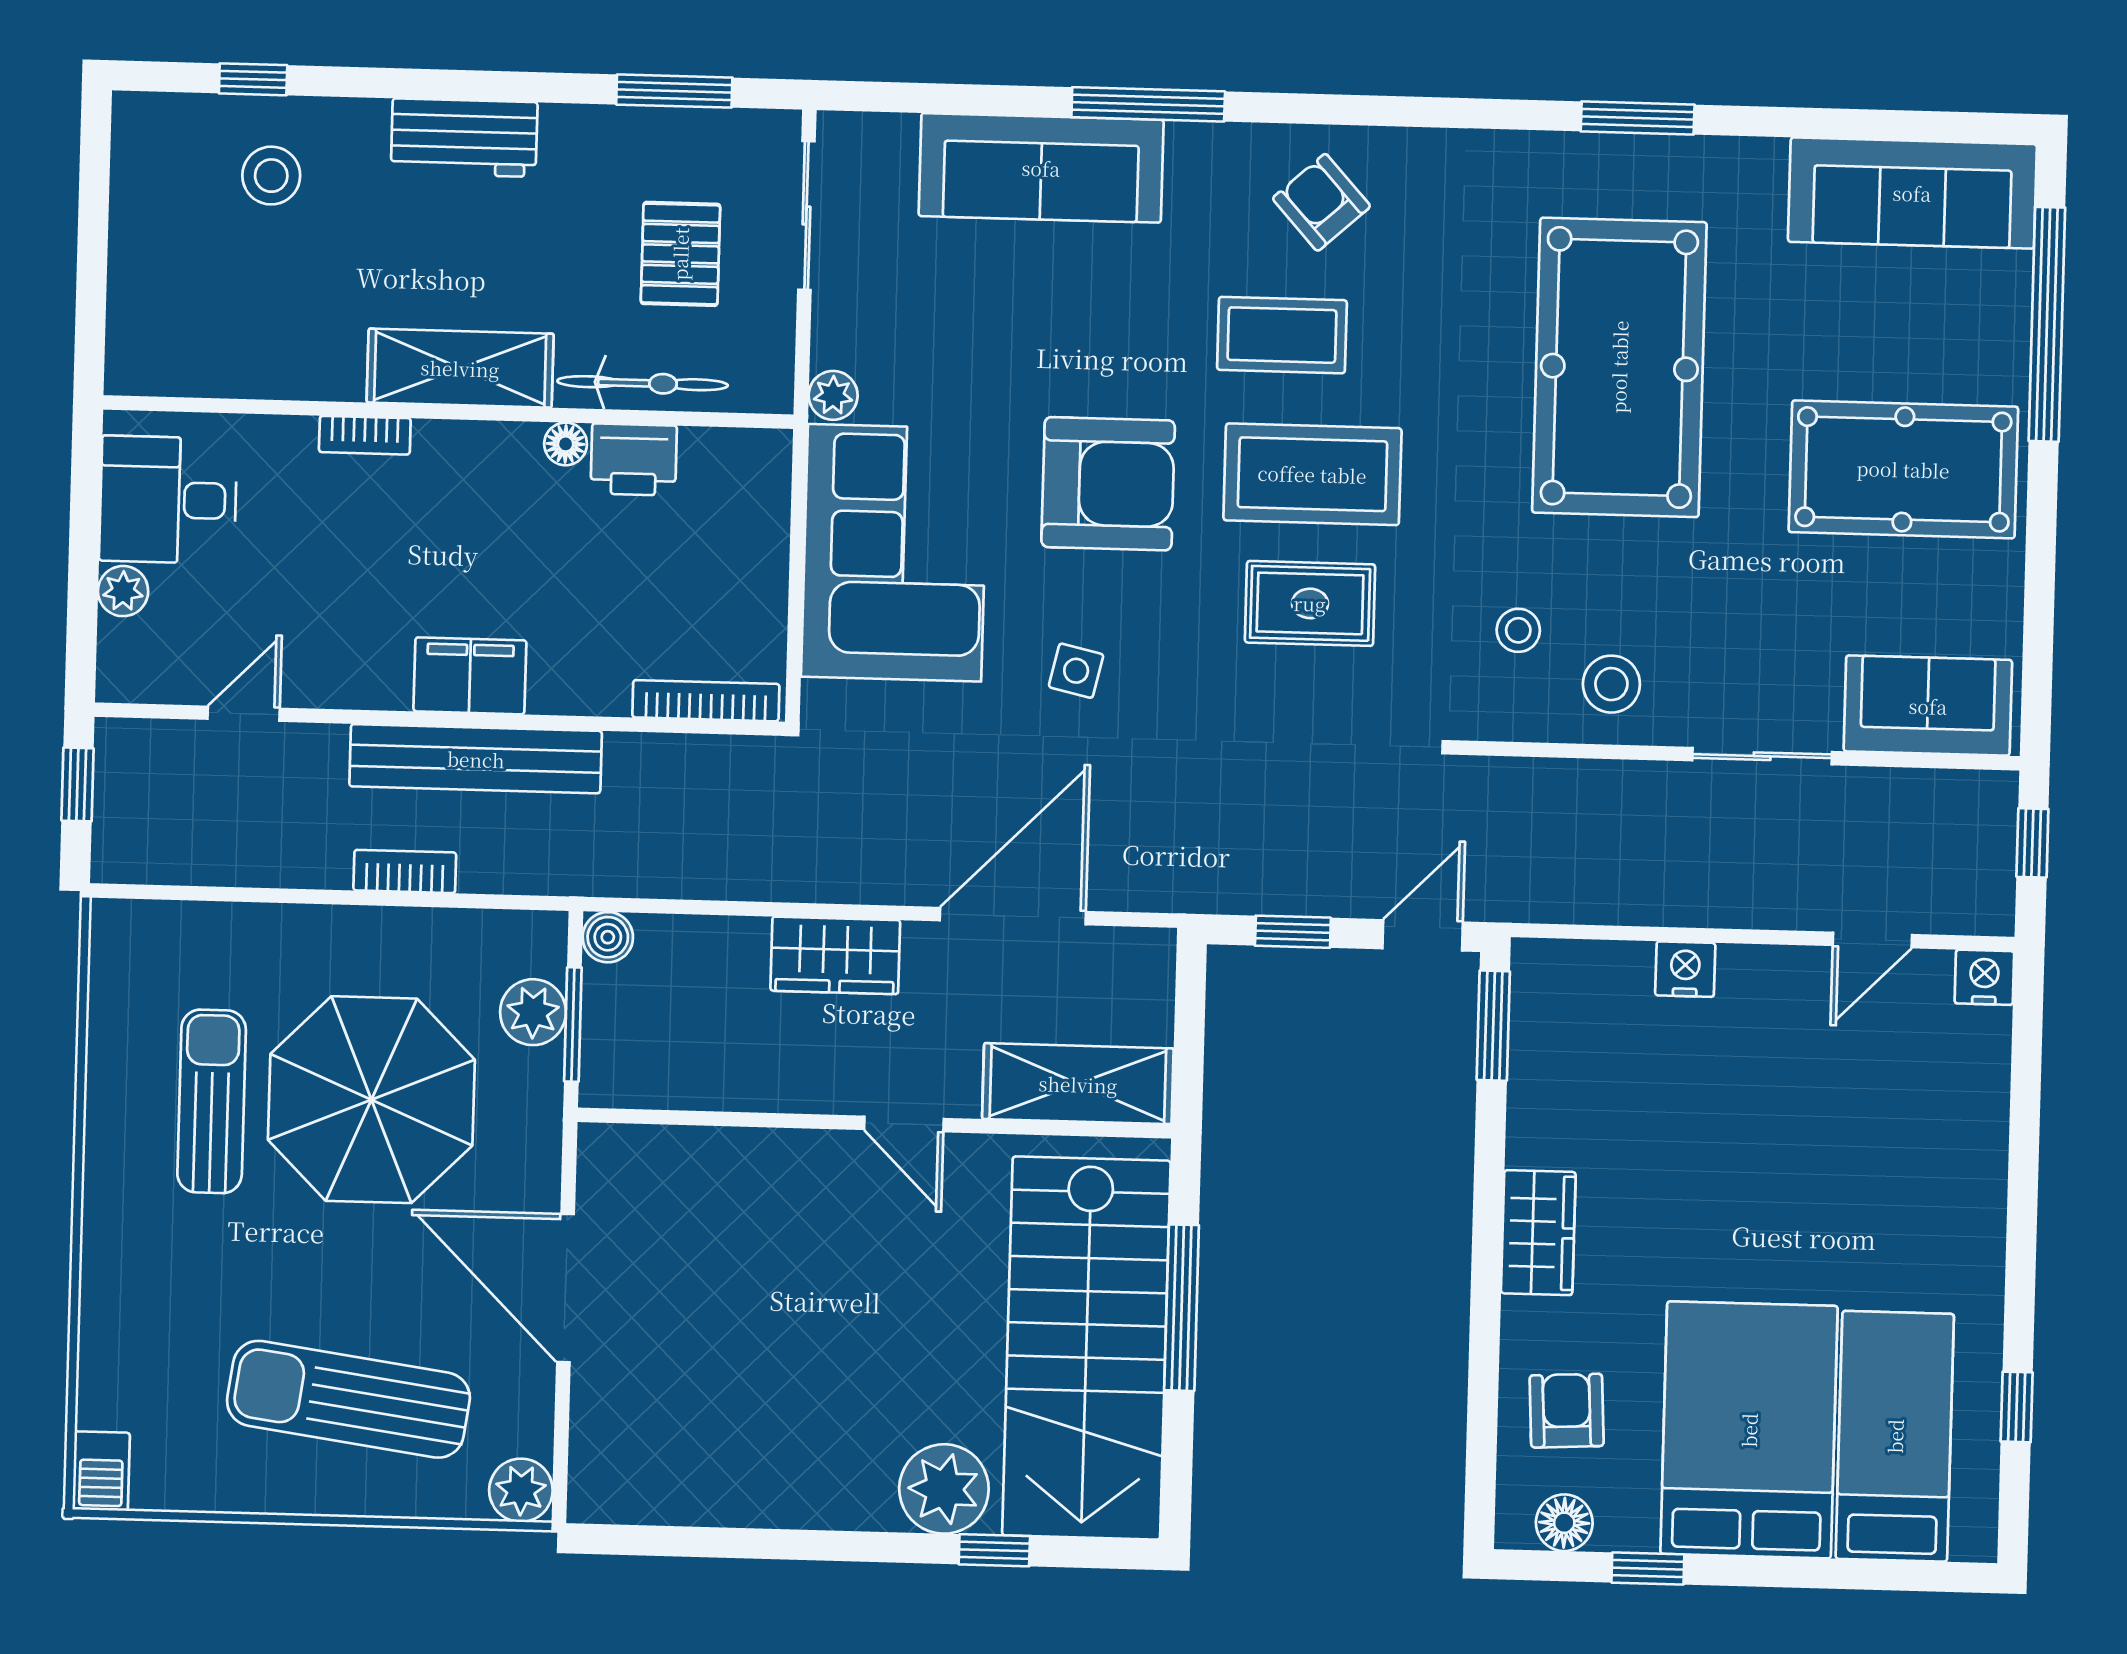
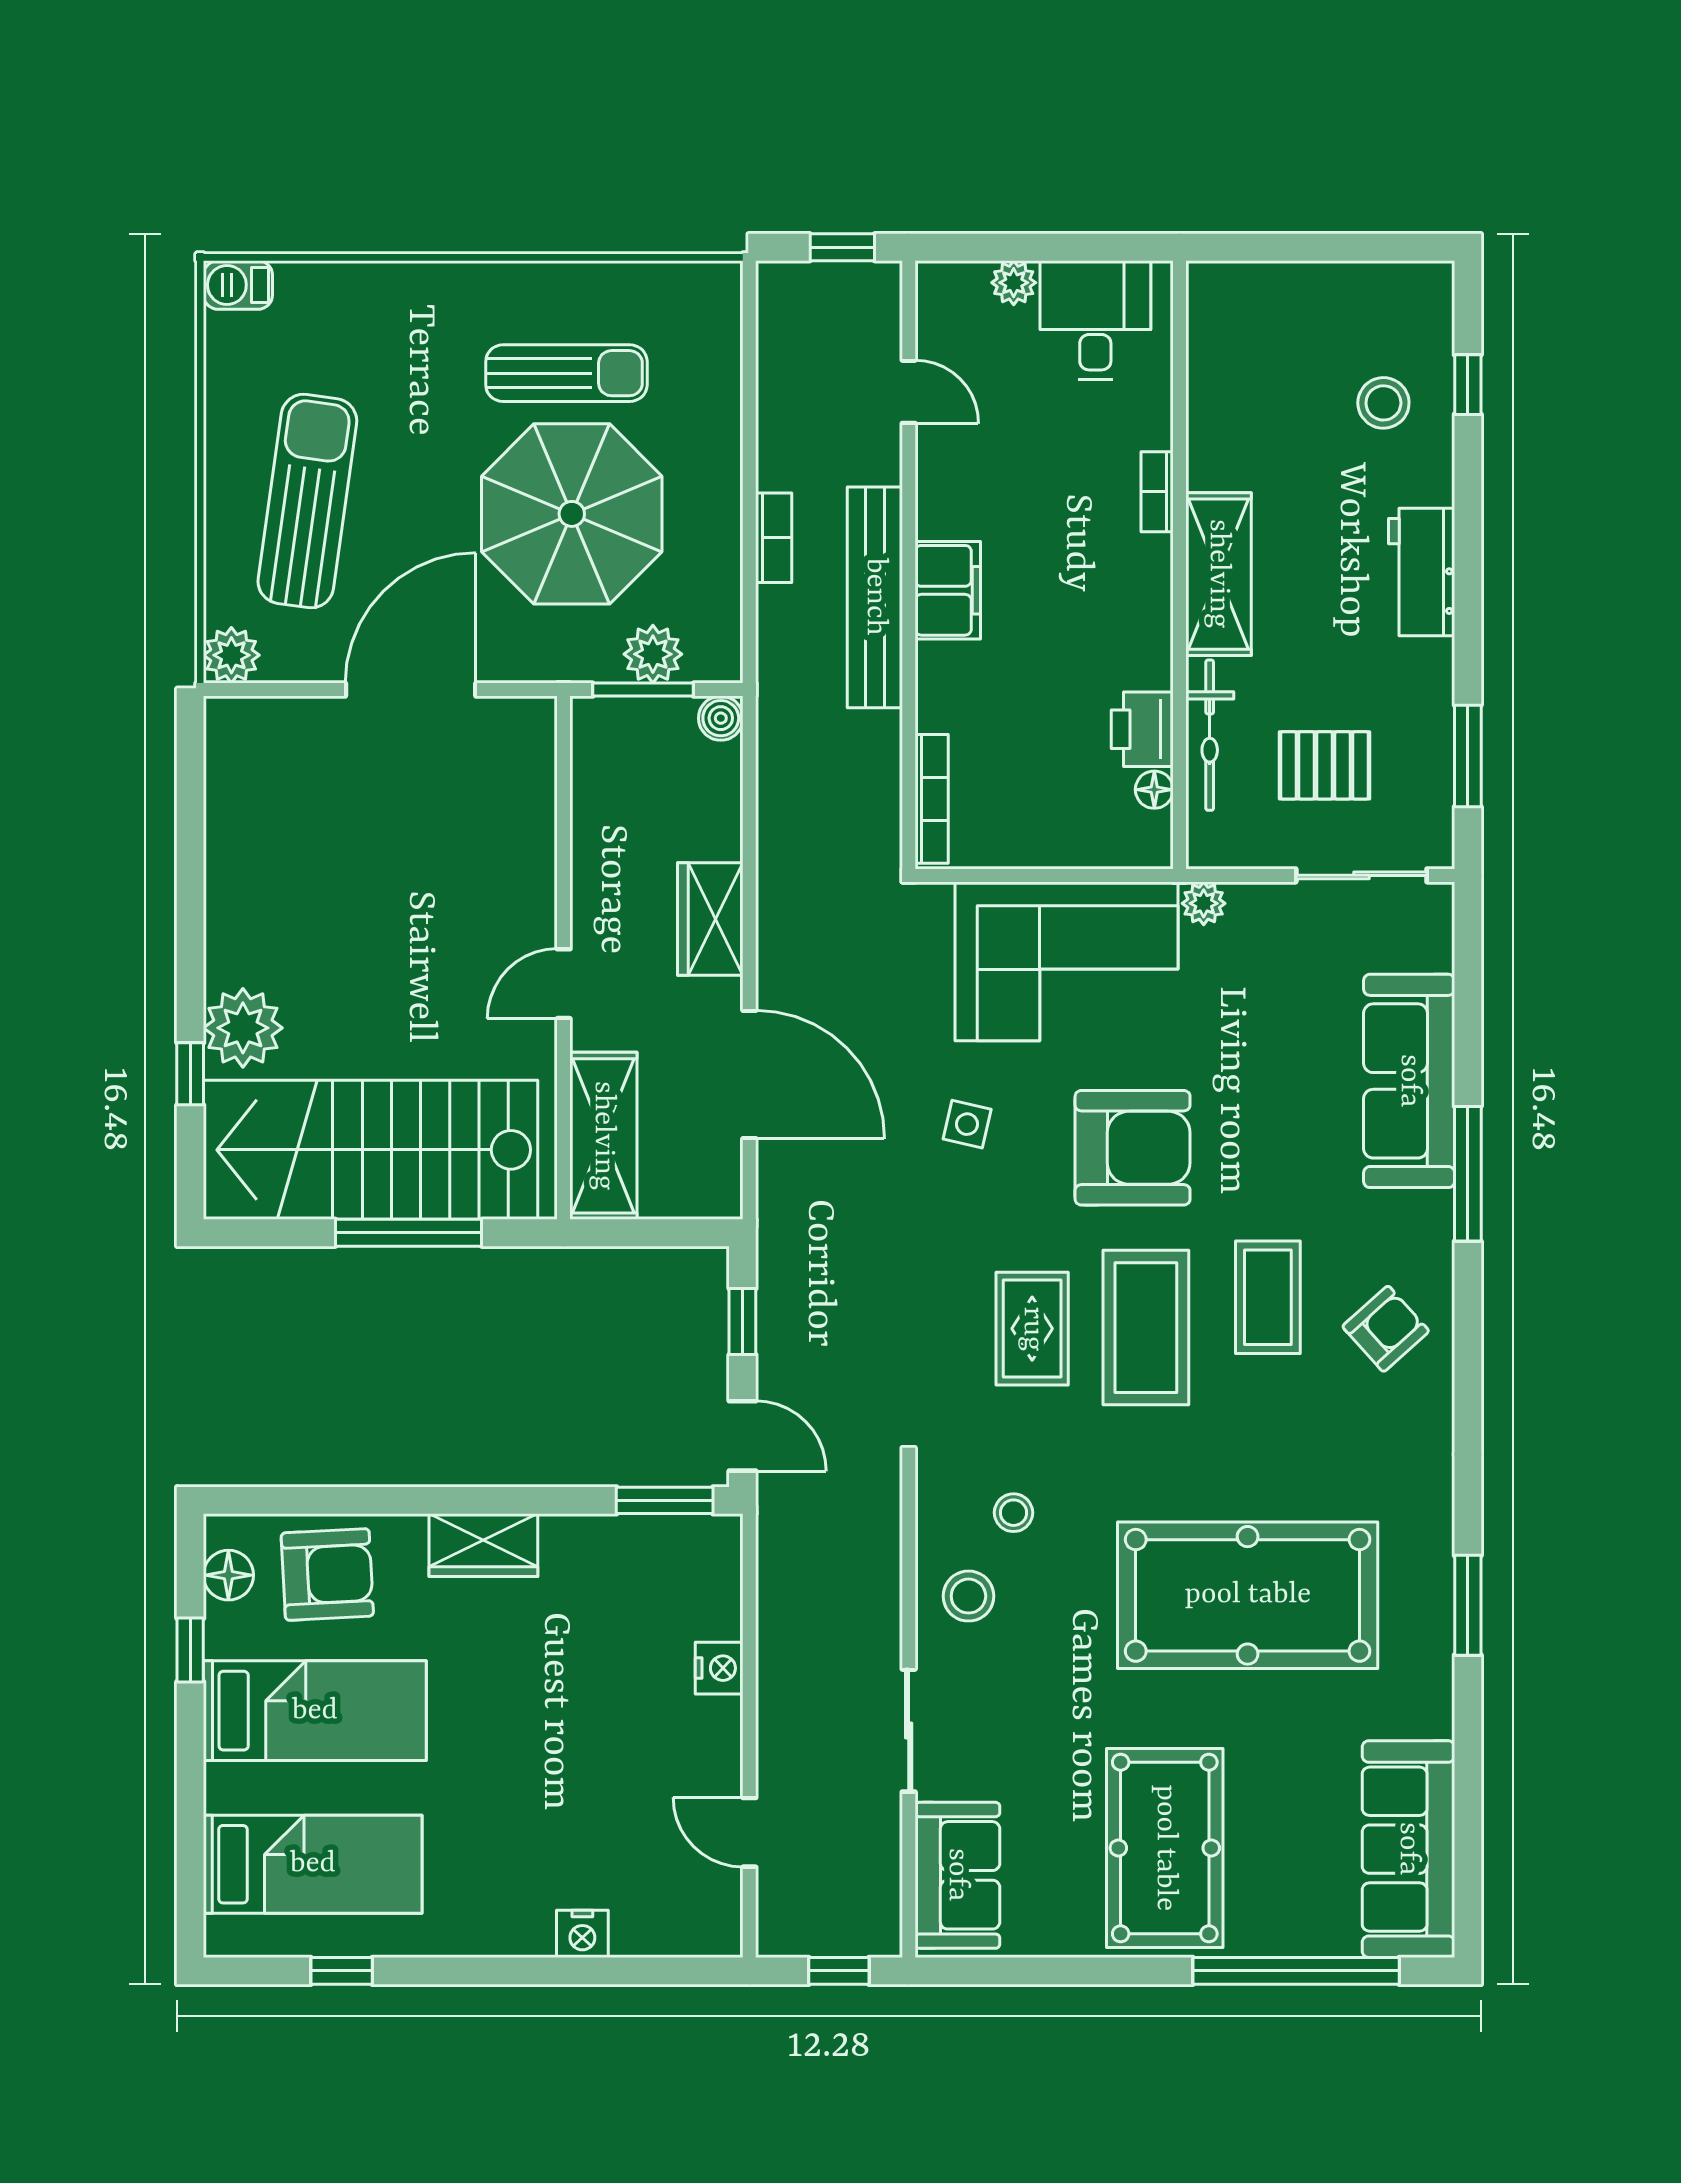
floor lamp: (566, 444) -> (1154, 790), moved
armchair: (1108, 484) -> (1133, 1148), turned -90
nightstand: (1984, 977) -> (582, 1934), moved, turned 90
armchair: (1567, 1411) -> (327, 1574), width x1.38, depth x1.38
bed: (1749, 1430) -> (315, 1711), width x0.67

